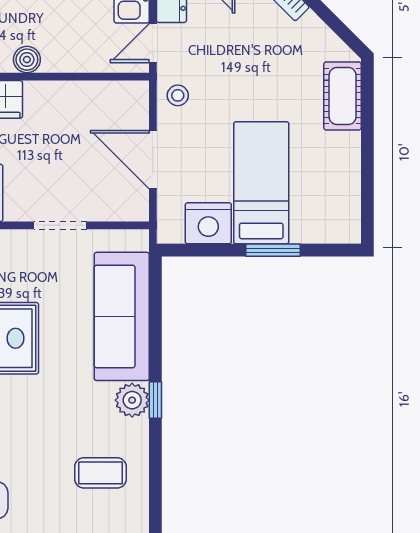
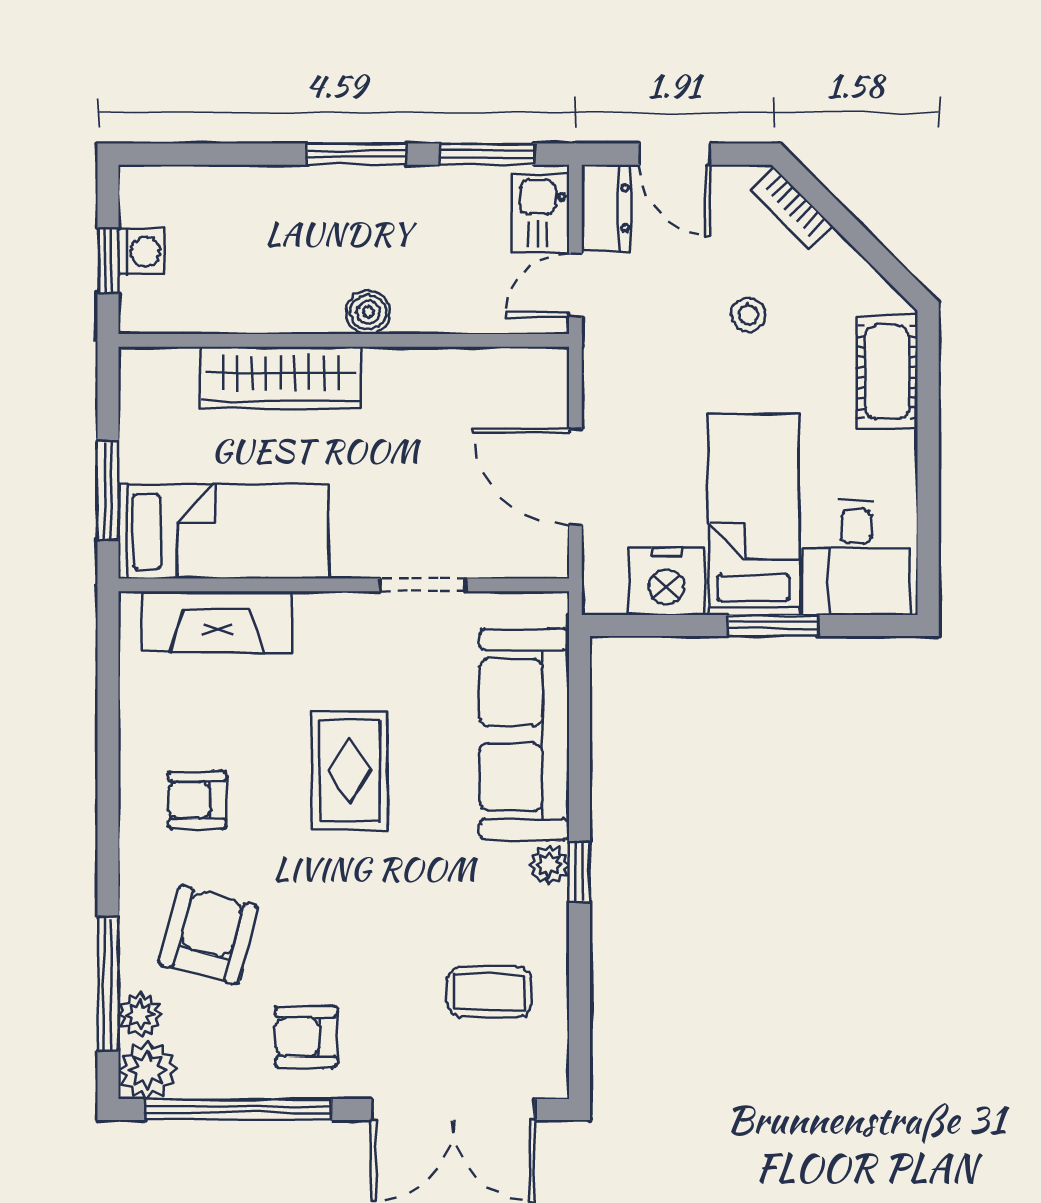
stool: (178, 95) -> (748, 315), moved
desk: (324, 209) -> (856, 558), added
plant: (132, 400) -> (549, 865), width x0.73, depth x0.73

